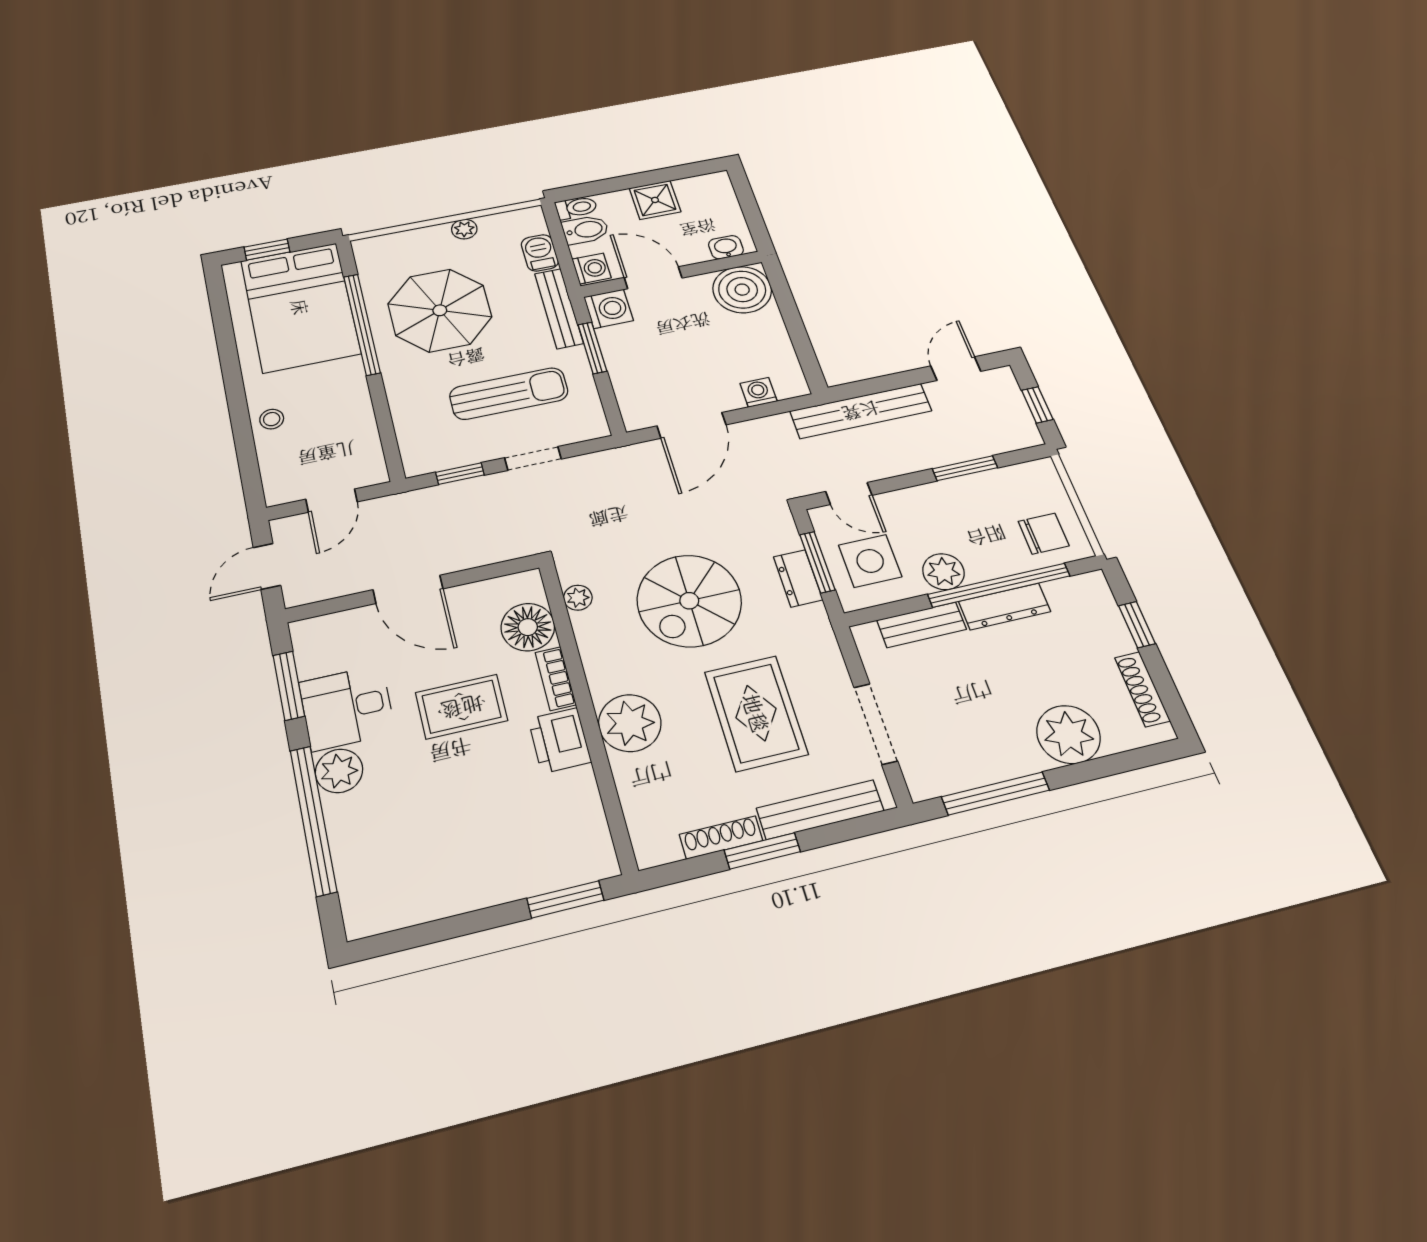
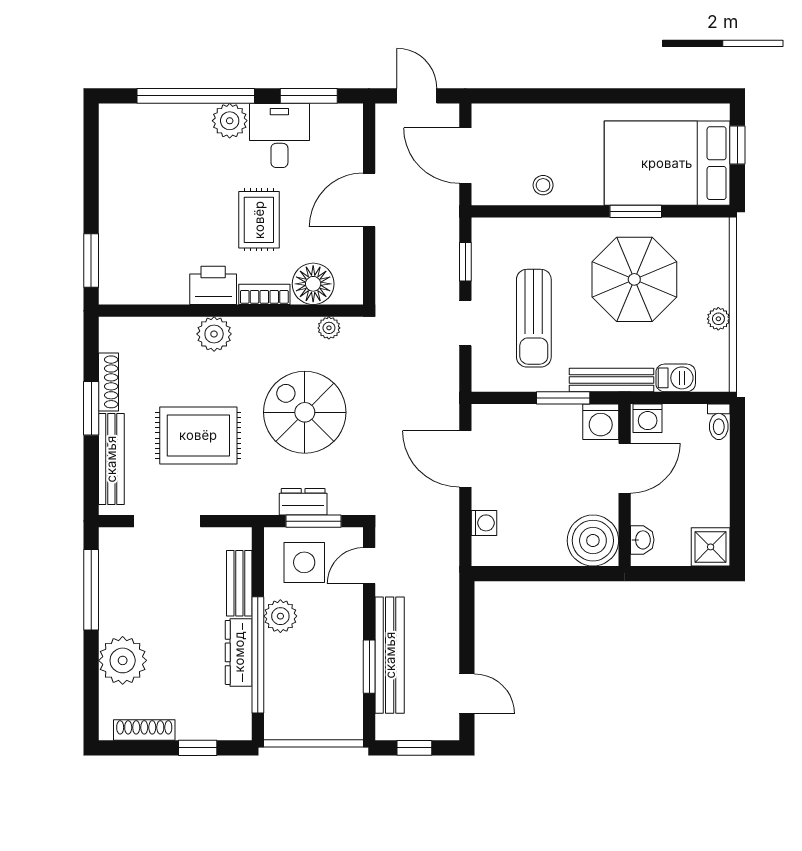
shower: (655, 200) -> (711, 547), moved
bidet: (586, 230) -> (692, 424), removed
window: (362, 324) -> (636, 211), width x0.47
bench: (861, 411) -> (390, 655), moved
stool: (272, 419) -> (543, 185), moved
door: (332, 501) -> (465, 156), width x1.38
chair: (1044, 534) -> (294, 707), removed
plant: (630, 723) -> (214, 334), width x0.73, depth x0.73

